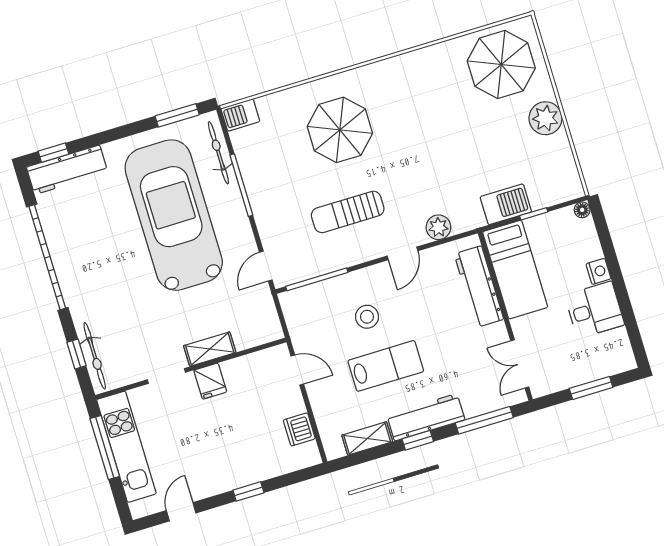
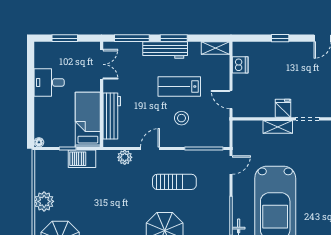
nightstand: (598, 271) -> (40, 104), removed
shelving: (367, 438) -> (215, 48), moved
window: (418, 440) -> (174, 38), width x1.50

